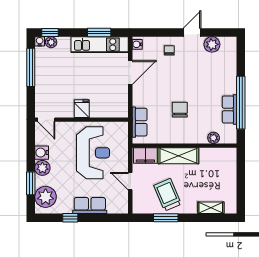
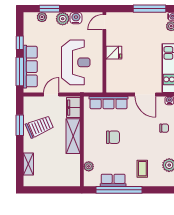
coffee table: (216, 76) -> (142, 169), added
row of seats: (140, 122) -> (109, 103), width x1.48
reception desk: (93, 153) -> (76, 62), turned -90
plant: (46, 197) -> (42, 17), width x0.53, depth x0.53
row of seats: (90, 206) -> (30, 67), width x1.48
window: (104, 218) -> (20, 72), added

